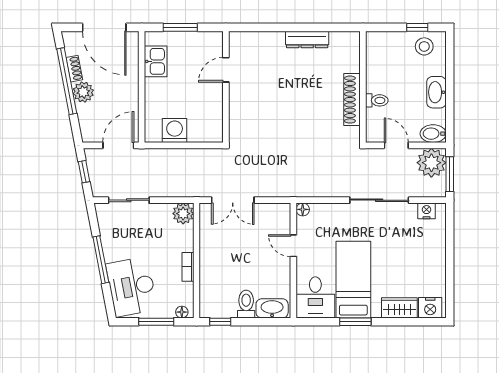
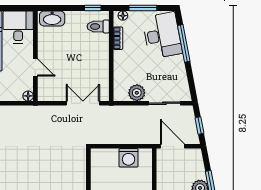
door: (118, 145) -> (173, 146), swing flipped
plant: (183, 214) -> (137, 93), moved
window: (101, 260) -> (184, 43), moved
bookcase: (188, 267) -> (118, 38), moved
toilet: (246, 304) -> (98, 26), moved, turned 90

